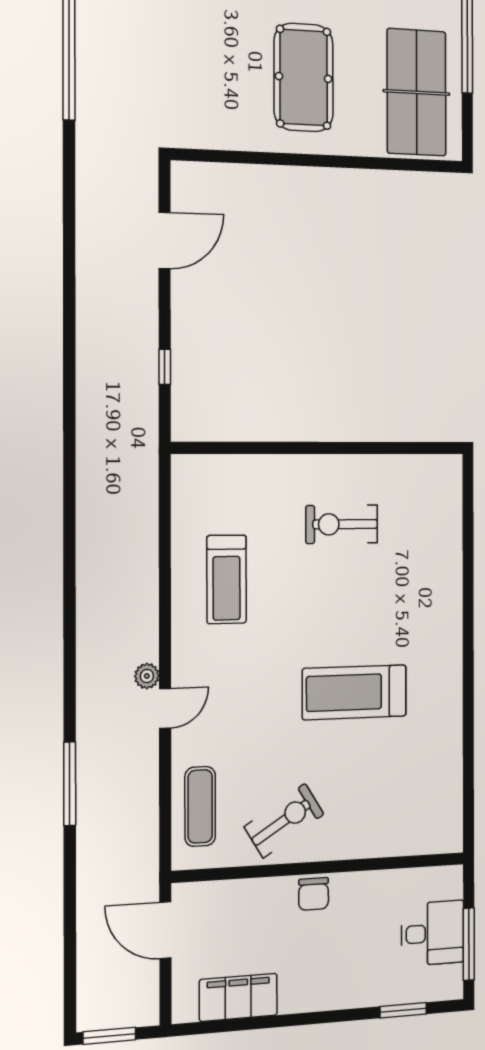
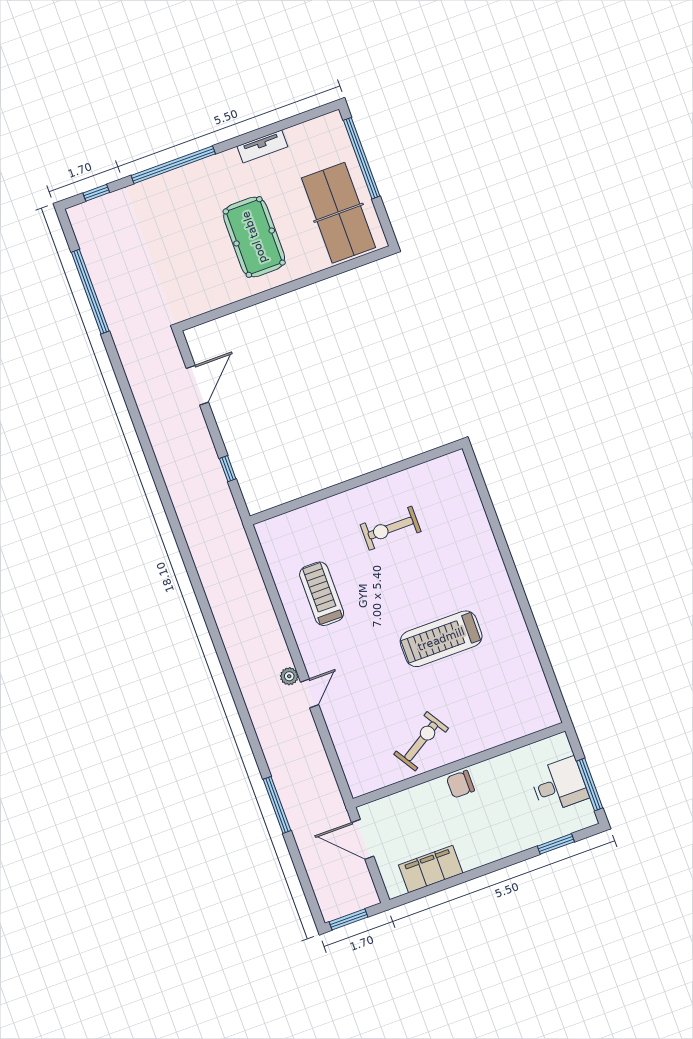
treadmill: (227, 579) -> (322, 594), turned 180
window: (70, 784) -> (277, 805), moved
exercise mat: (200, 806) -> (358, 750), removed
chair: (314, 894) -> (460, 784), turned 90

